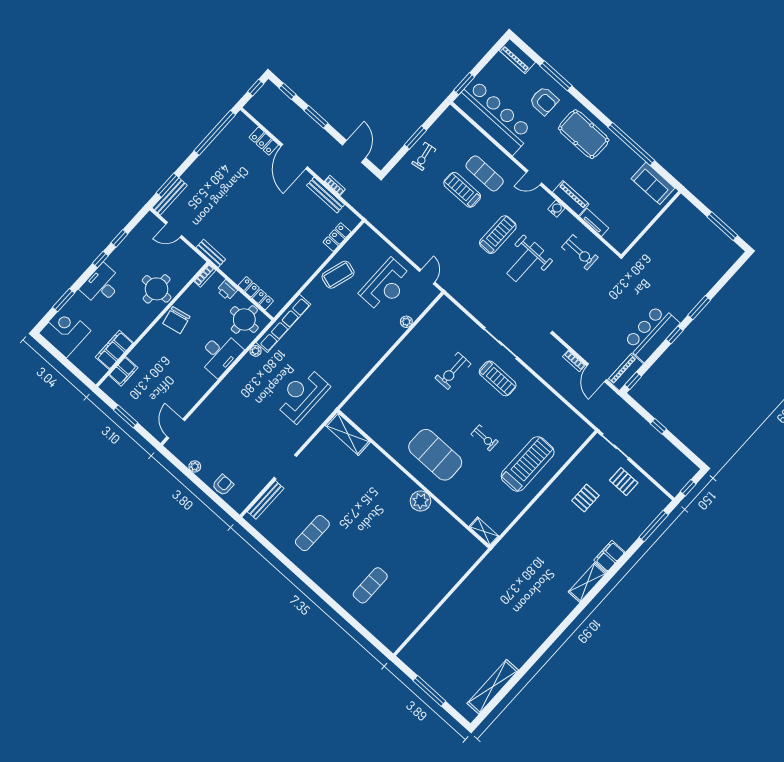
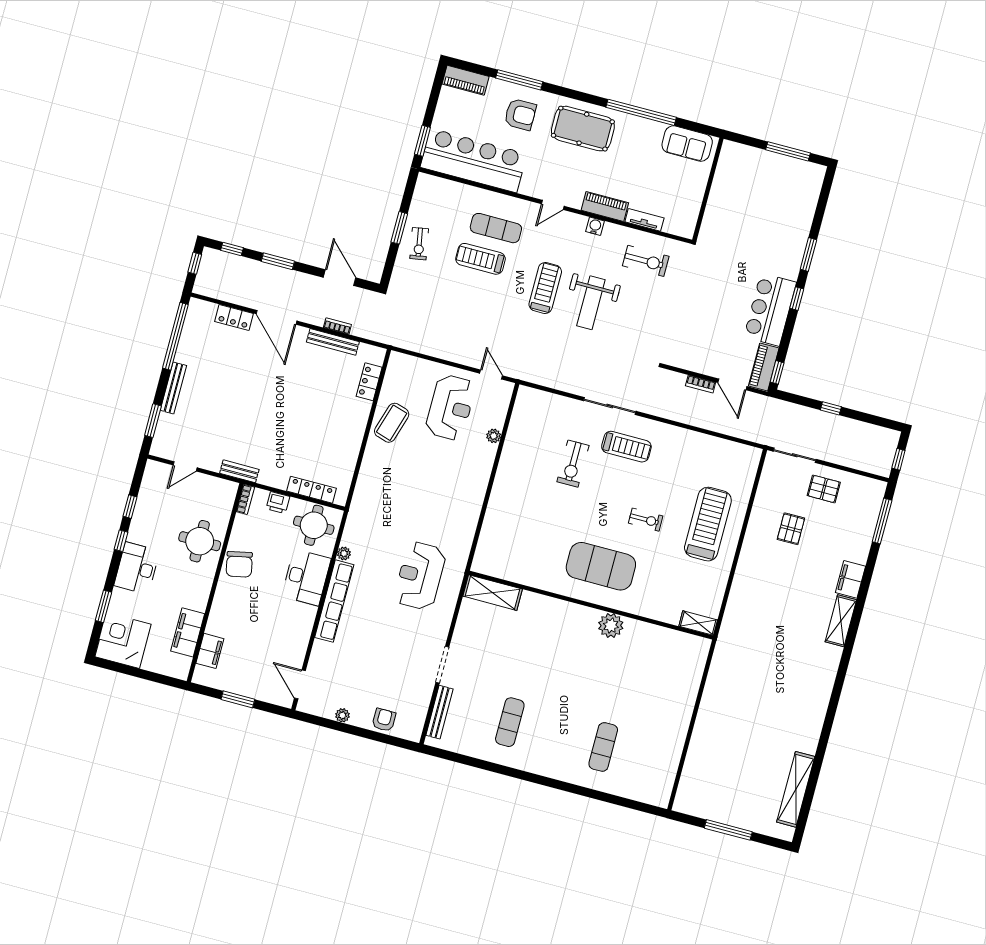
bench: (170, 197) -> (173, 388), moved
row of seats: (283, 323) -> (334, 601), moved

